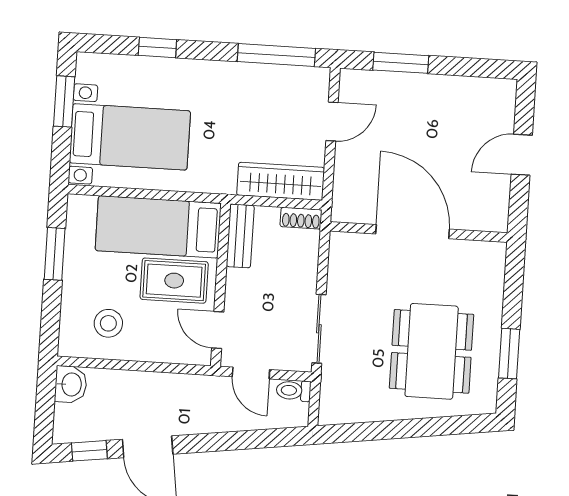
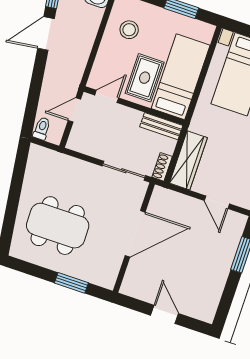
sliding door: (319, 329) -> (124, 171), moved
window: (509, 354) -> (71, 283), moved
toilet: (294, 391) -> (42, 128), moved

